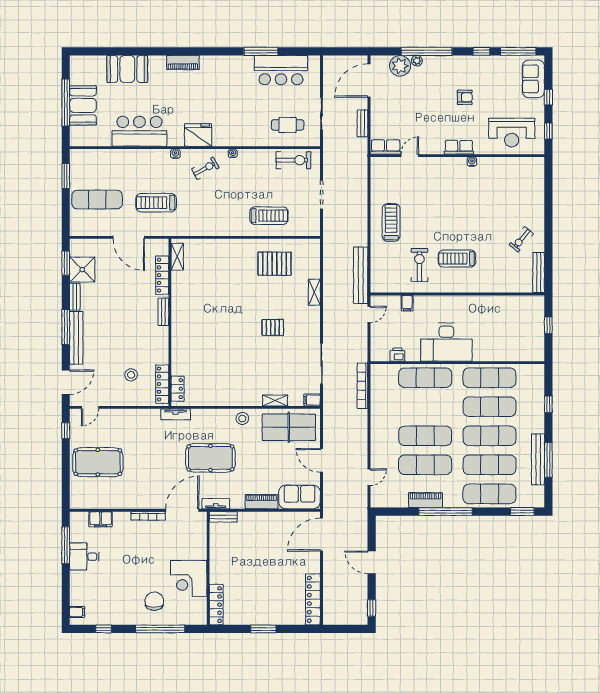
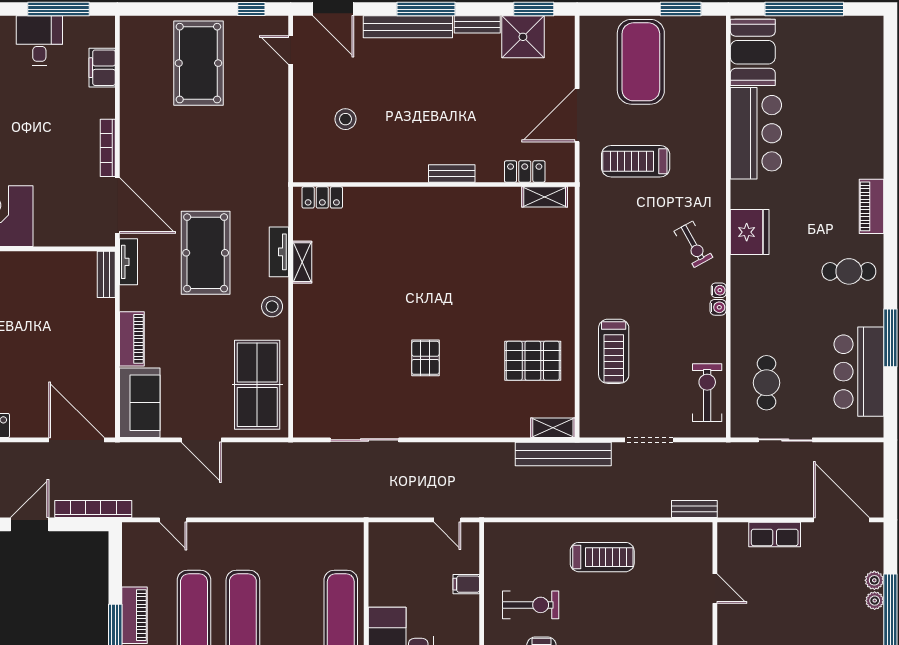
plant: (400, 66) -> (874, 580), width x0.53, depth x0.53
booth: (127, 69) -> (861, 113), removed
cafe table: (221, 76) -> (849, 271), added
booth: (83, 105) -> (753, 52), moved, turned 90
bench: (363, 123) -> (694, 509), moved
row of seats: (386, 147) -> (775, 534), moved, turned 90
water cooler: (175, 154) -> (718, 307), moved
exercise bike: (293, 160) -> (707, 393), turned 180
exercise mat: (97, 200) -> (641, 62), width x1.47
treadmill: (156, 203) -> (636, 161), turned -90
pallet: (275, 264) -> (533, 361), turned 90
locker: (162, 275) -> (525, 172), width x0.66
bench: (361, 275) -> (563, 454), moved
shelving: (314, 292) -> (553, 428), moved
printer: (397, 355) -> (380, 568), removed
locker: (162, 384) -> (330, 172), removed
bookcase: (362, 386) -> (93, 509), moved
filing cabinet: (312, 400) -> (303, 424), removed
shelving: (275, 401) -> (302, 262), moved
tv unit: (176, 414) -> (279, 252), moved
door: (322, 460) -> (201, 440), swing flipped

